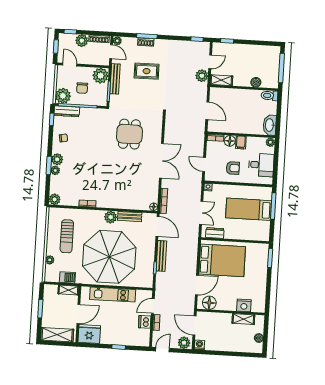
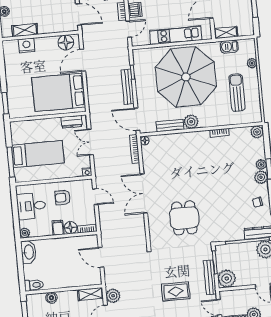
chair: (82, 88) -> (245, 261), removed

